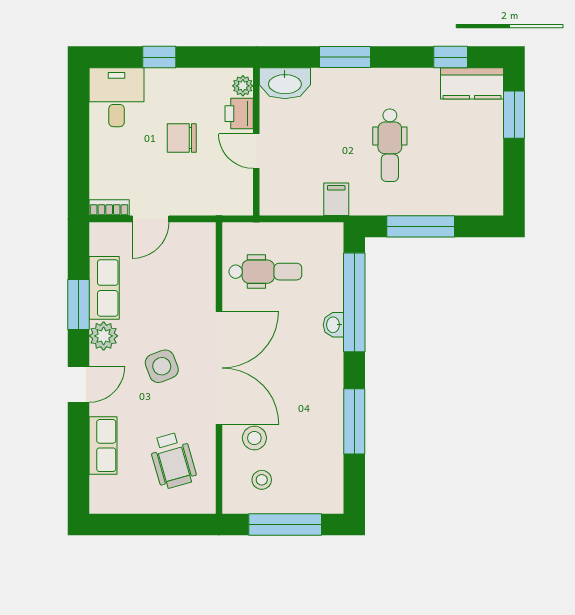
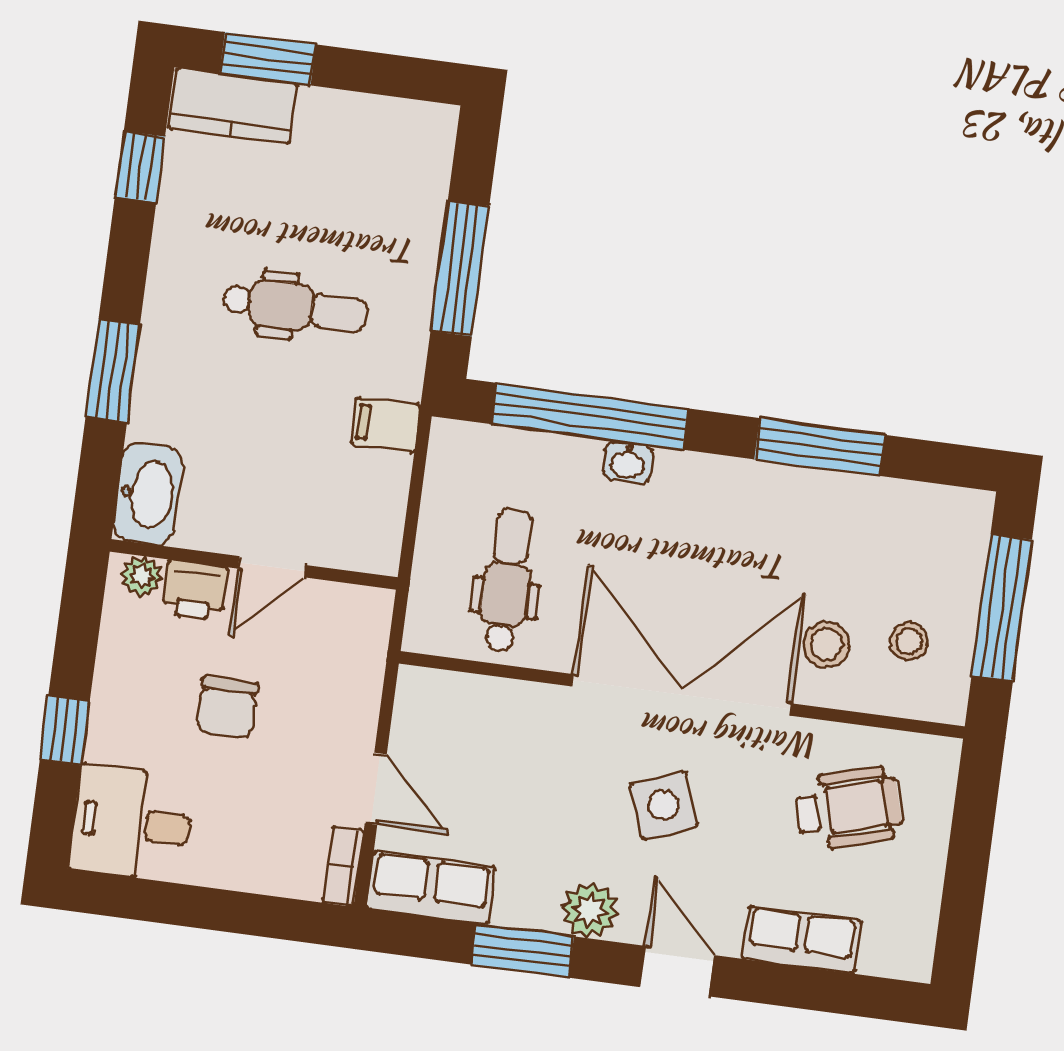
kitchen counter: (472, 83) -> (233, 106), moved, turned 90
row of seats: (104, 288) -> (431, 888), moved

